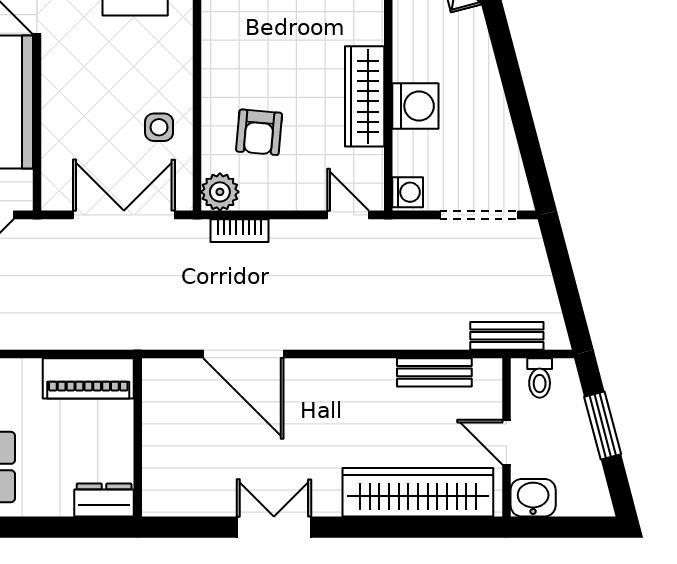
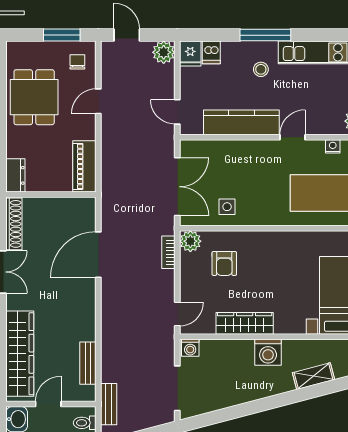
washing machine: (415, 106) -> (268, 352), moved
armchair: (259, 132) -> (224, 263), turned -95
shoe rack: (189, 503) -> (14, 224), added

